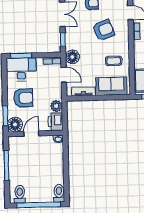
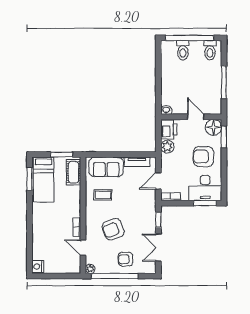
floor lamp: (72, 57) -> (148, 200), removed
door: (64, 75) -> (158, 181), hinge flipped
door: (31, 134) -> (196, 117), swing flipped
toilet: (59, 193) -> (183, 50), moved

